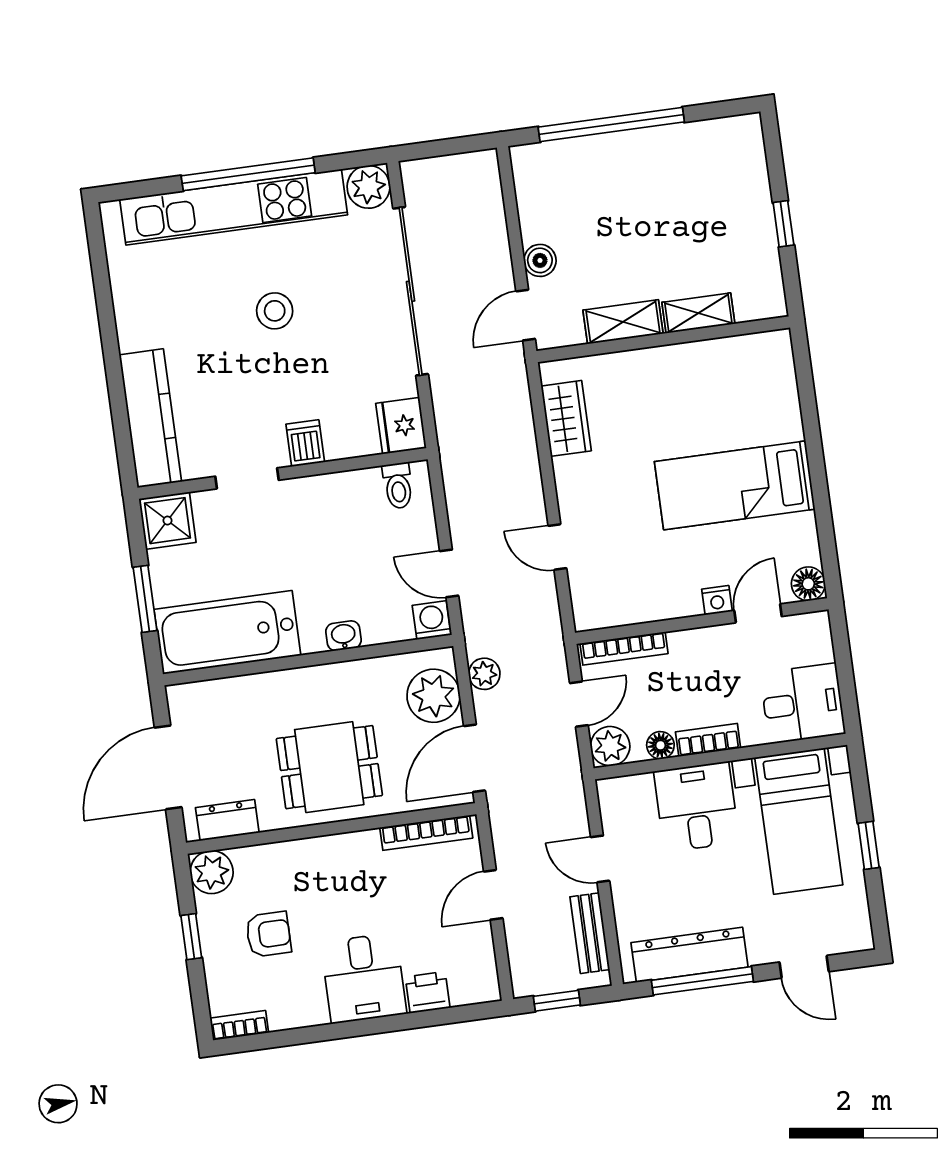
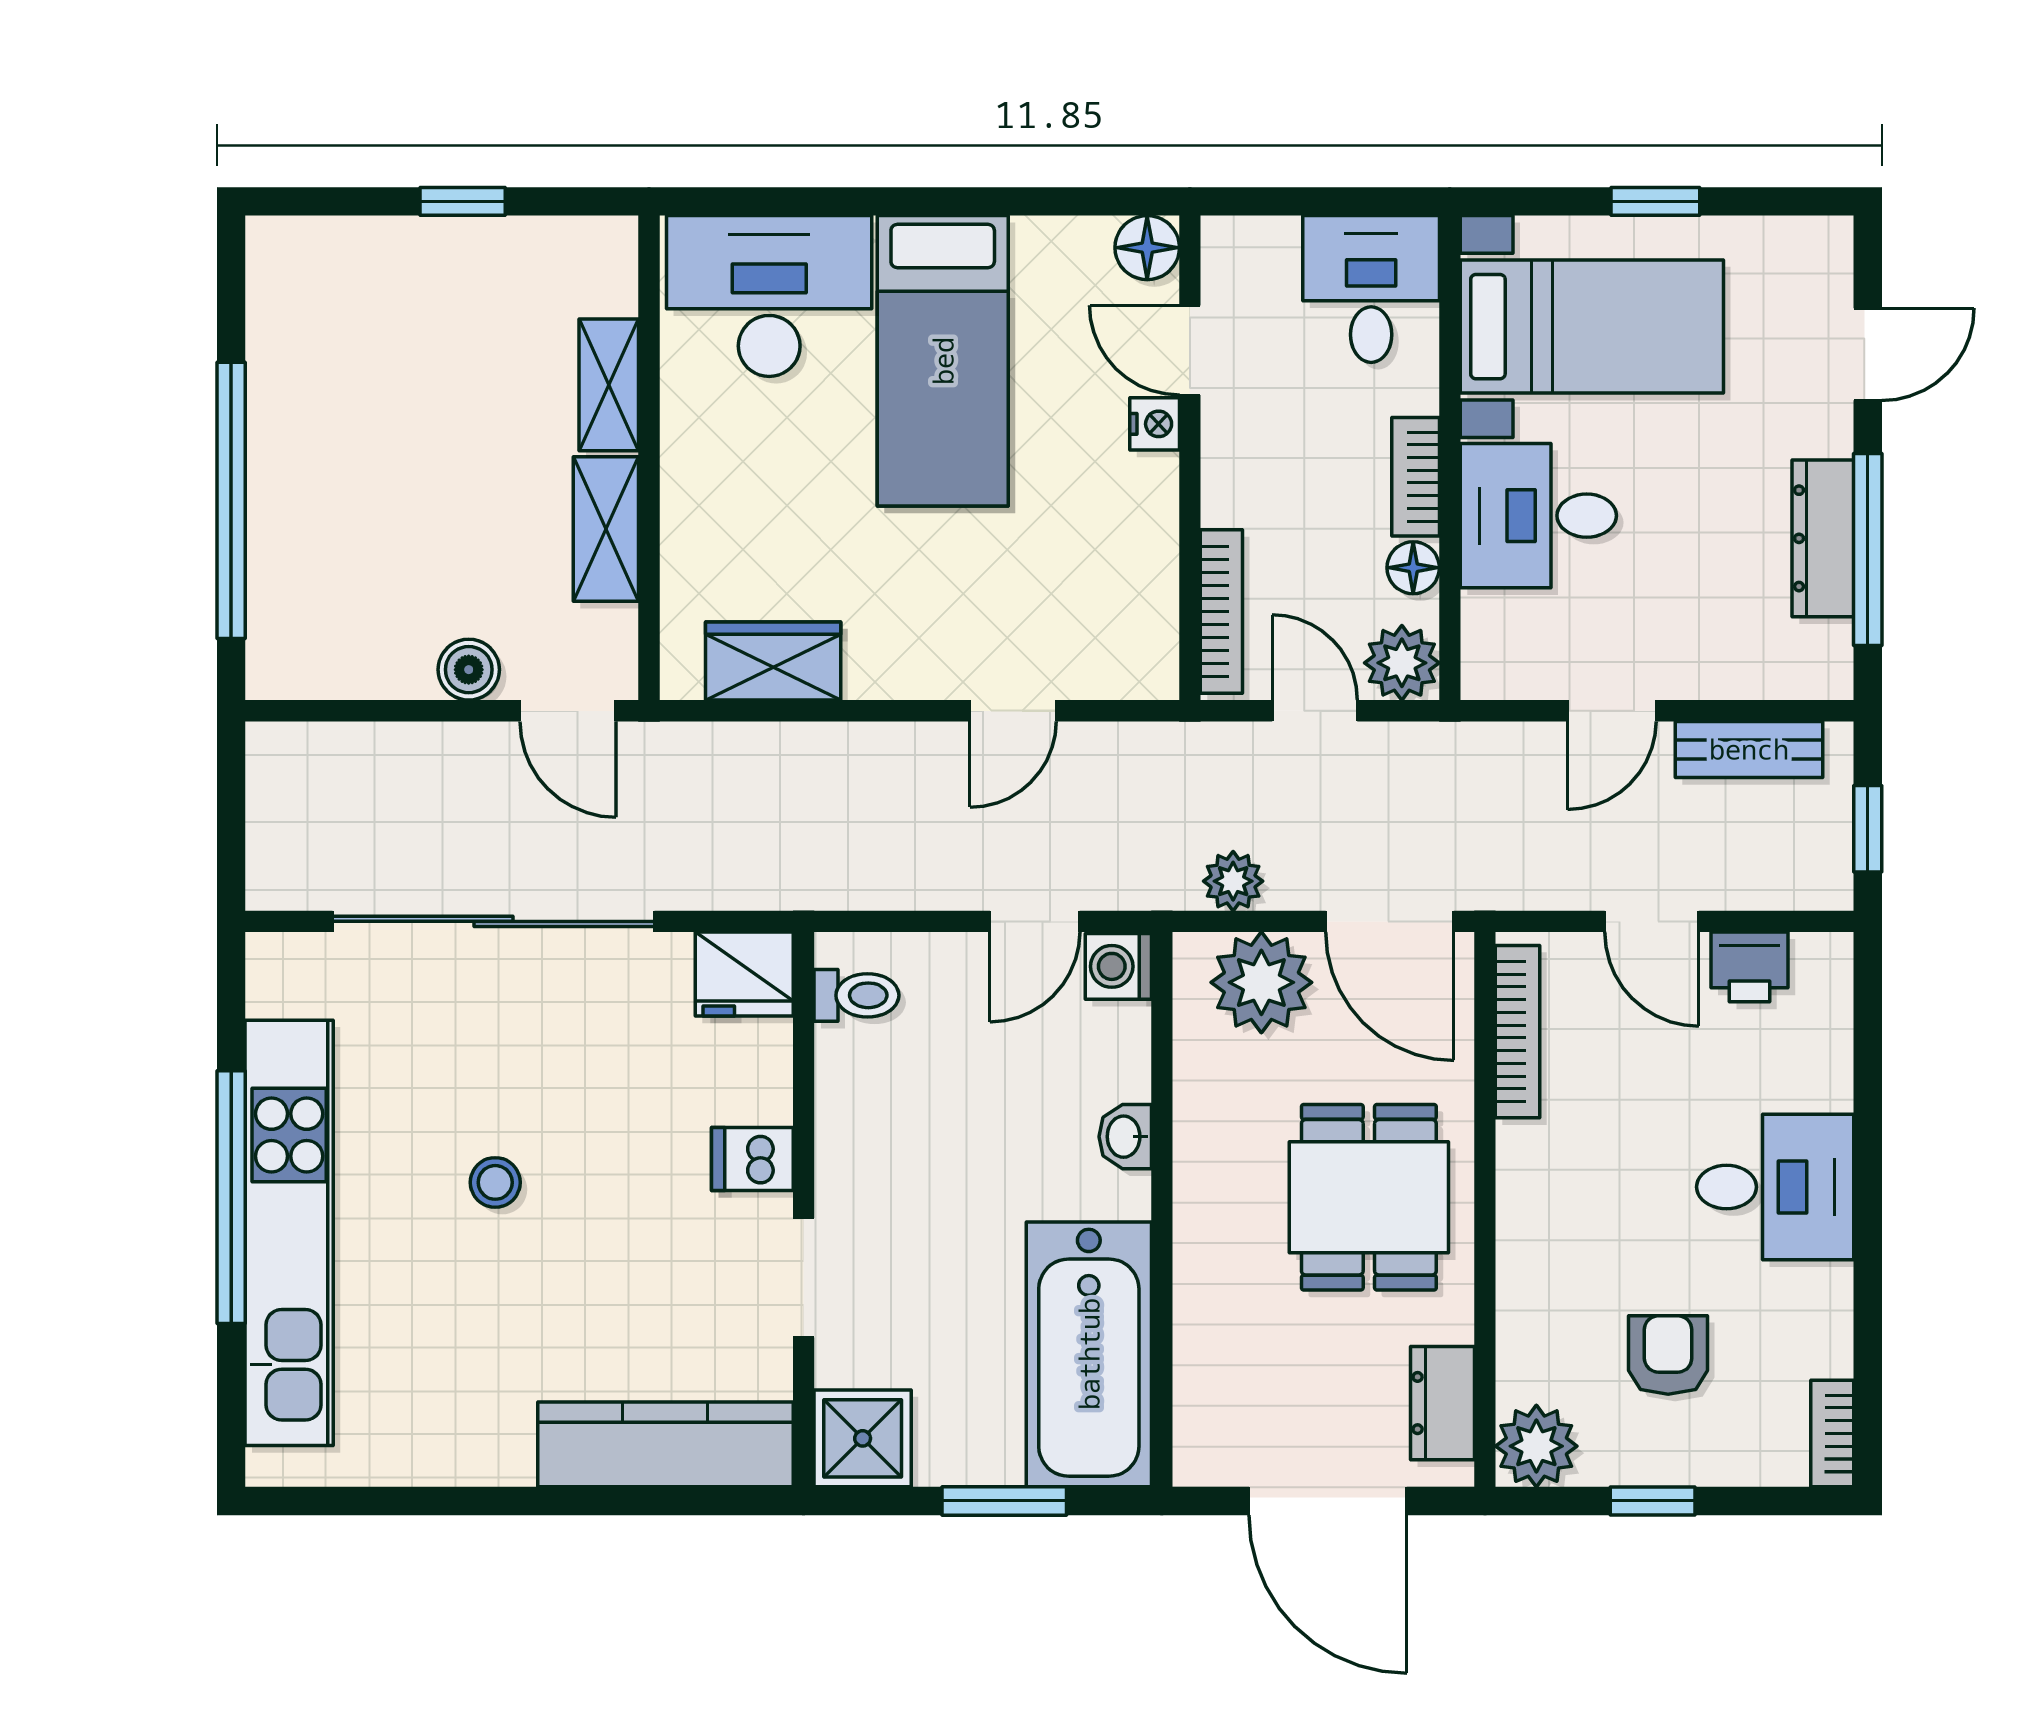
plant: (368, 187) -> (286, 974), removed
stool: (275, 311) -> (495, 1182), width x0.73, depth x0.73
desk: (756, 390) -> (769, 296), added
dresser: (690, 955) -> (1823, 538), width x0.73, depth x0.80
printer: (428, 992) -> (1750, 967), moved, turned -90

